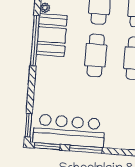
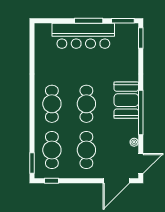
booth: (52, 35) -> (126, 100), moved
bar counter: (69, 131) -> (83, 36), moved

